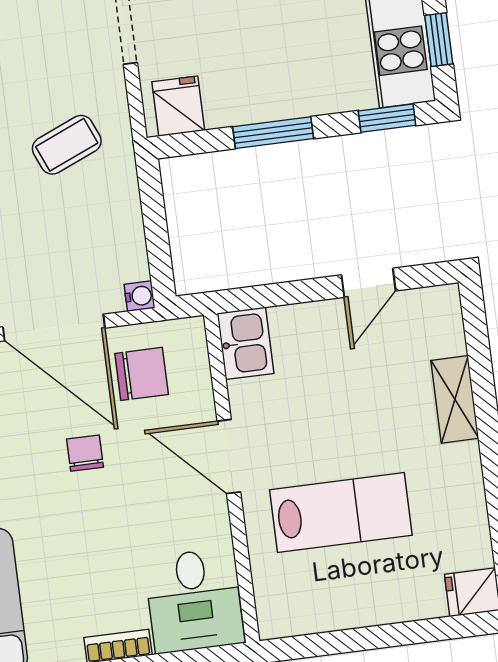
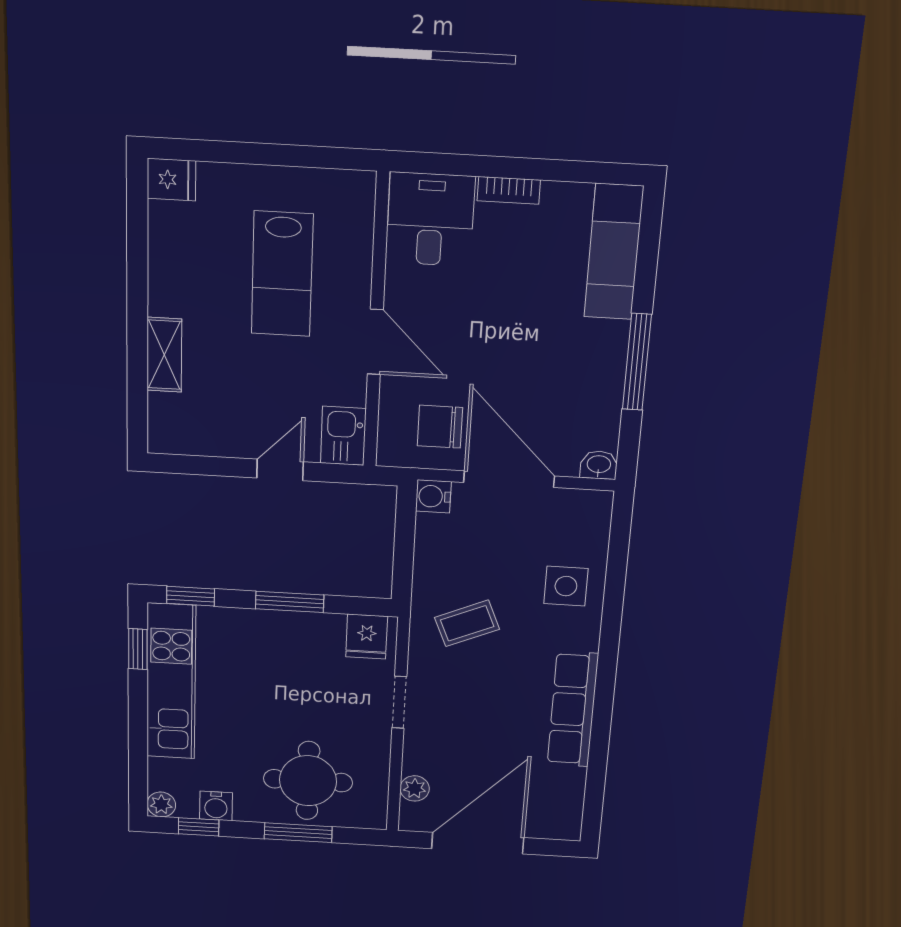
door: (369, 283) -> (280, 470), moved
water cooler: (140, 296) -> (433, 496), width x1.38, depth x1.38
chair: (85, 453) -> (504, 368), removed
lab bench: (341, 513) -> (282, 274), turned -90

